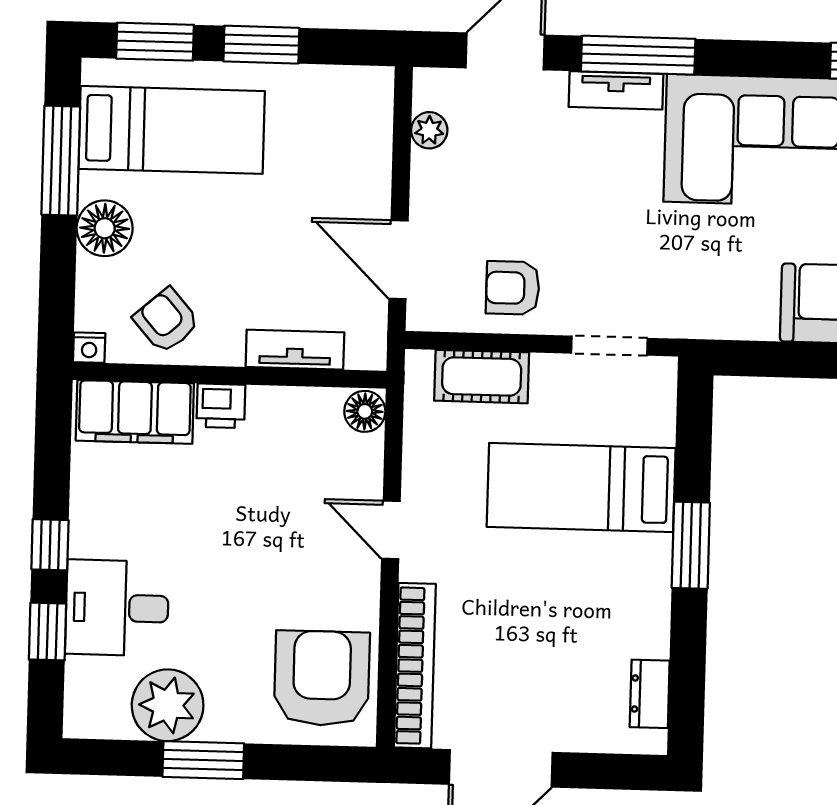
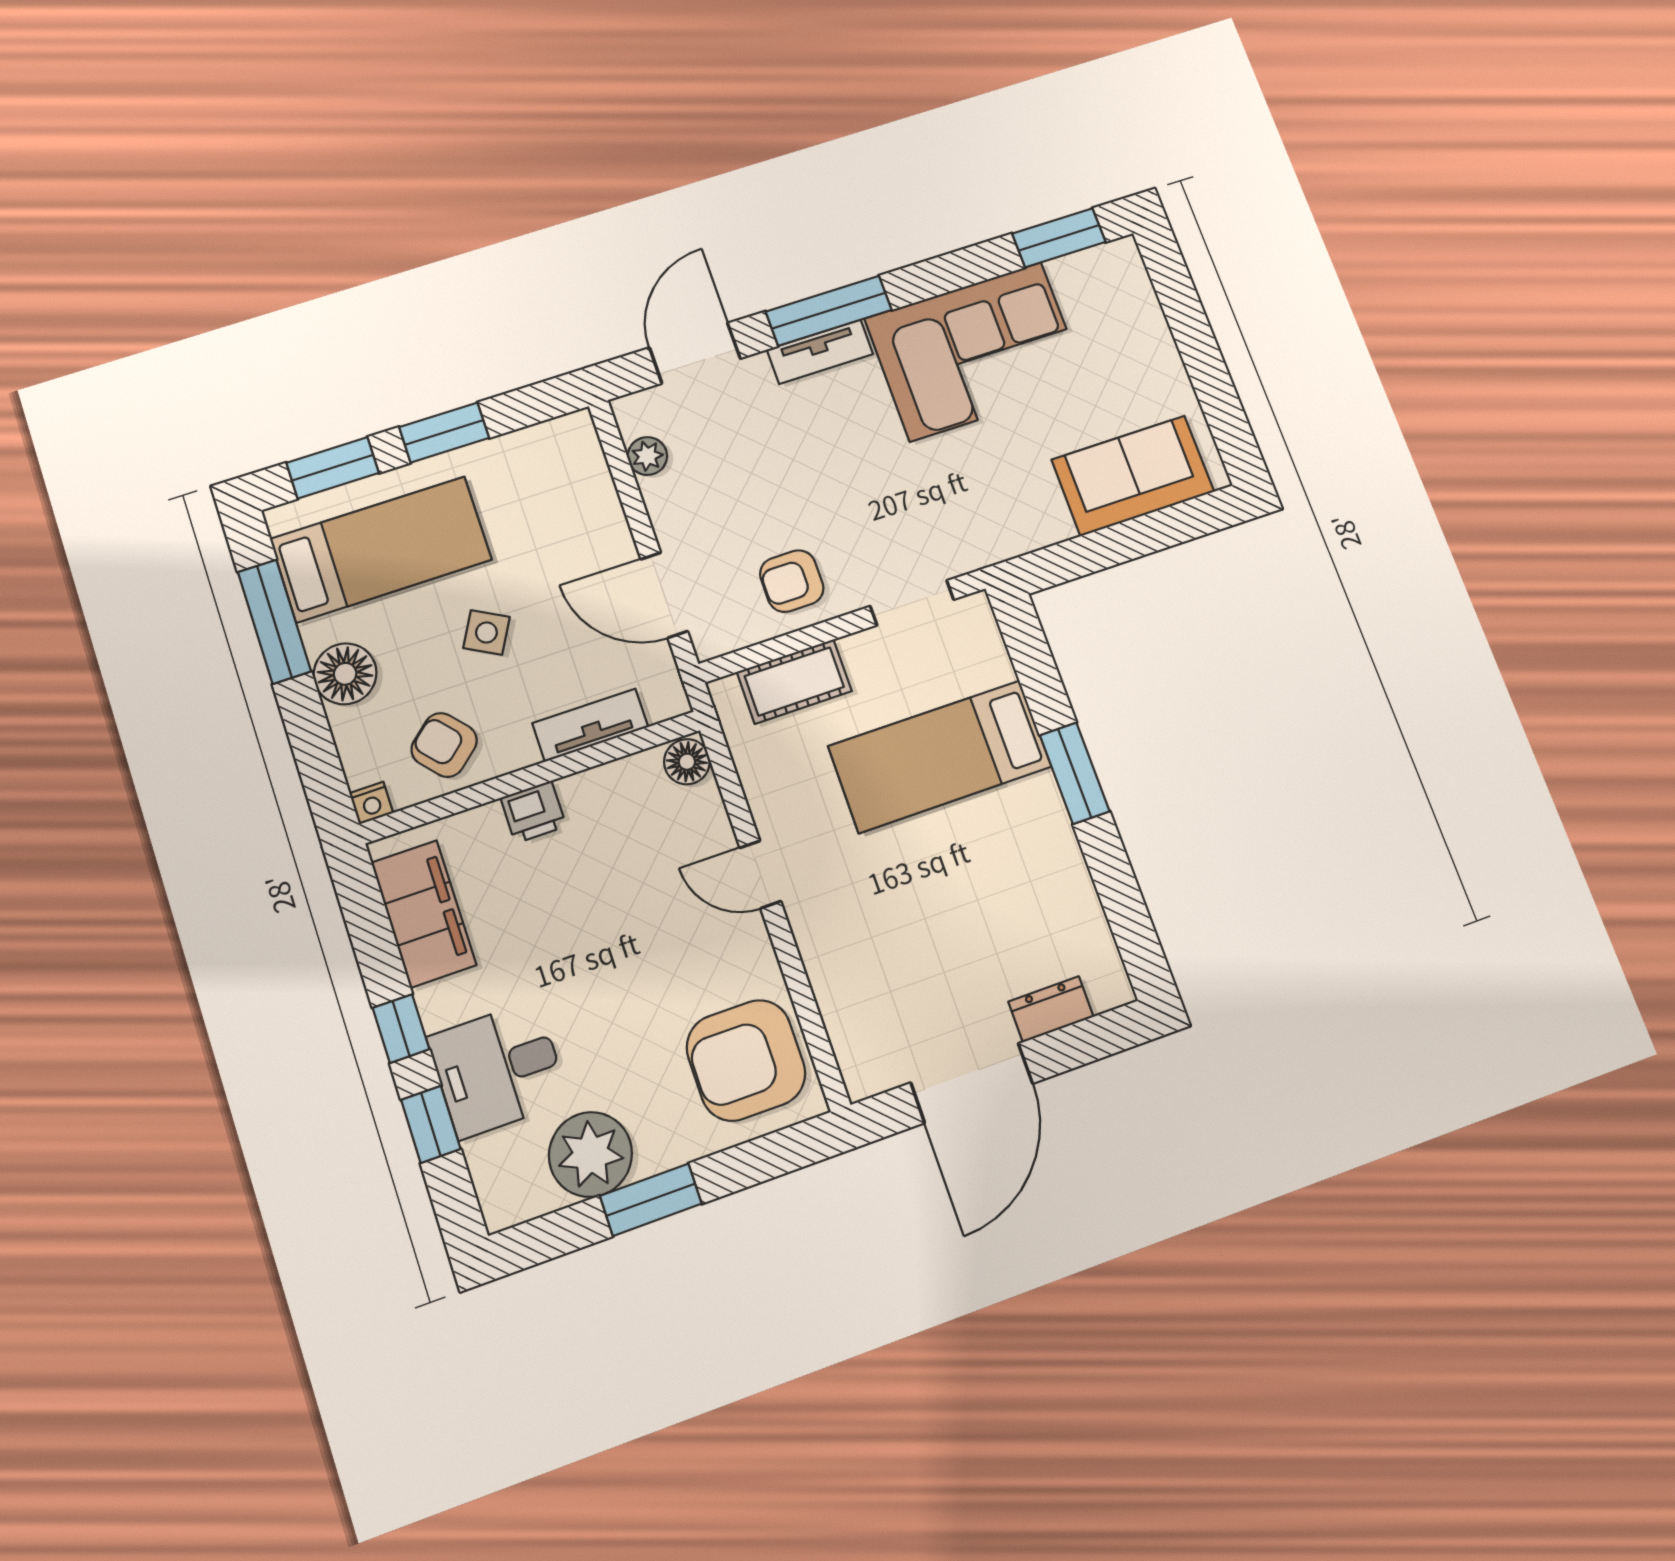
side table: (236, 236) -> (486, 632), added
filing cabinet: (135, 412) -> (424, 914), moved, turned -90
bookcase: (415, 666) -> (839, 1008), removed
armchair: (322, 678) -> (746, 1060), turned -90
dresser: (650, 694) -> (1051, 1009), moved, turned 90

